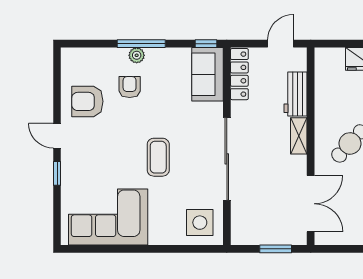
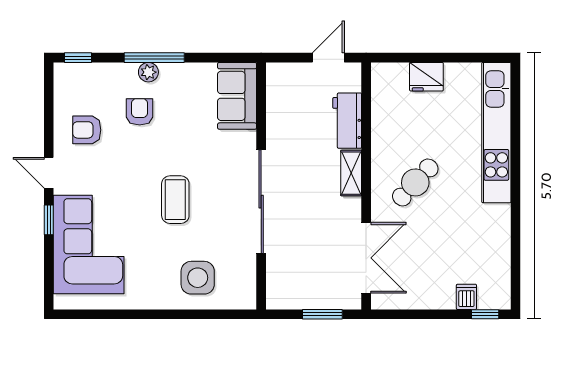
window: (206, 44) -> (78, 58), moved
locker: (239, 74) -> (277, 96), removed
armchair: (87, 101) -> (87, 130), width x0.72, depth x0.72
corner sofa: (108, 217) -> (89, 245), moved, turned 90
side table: (200, 223) -> (198, 278), moved

